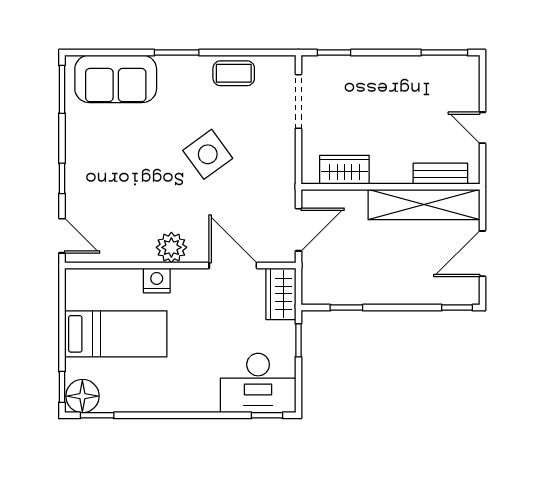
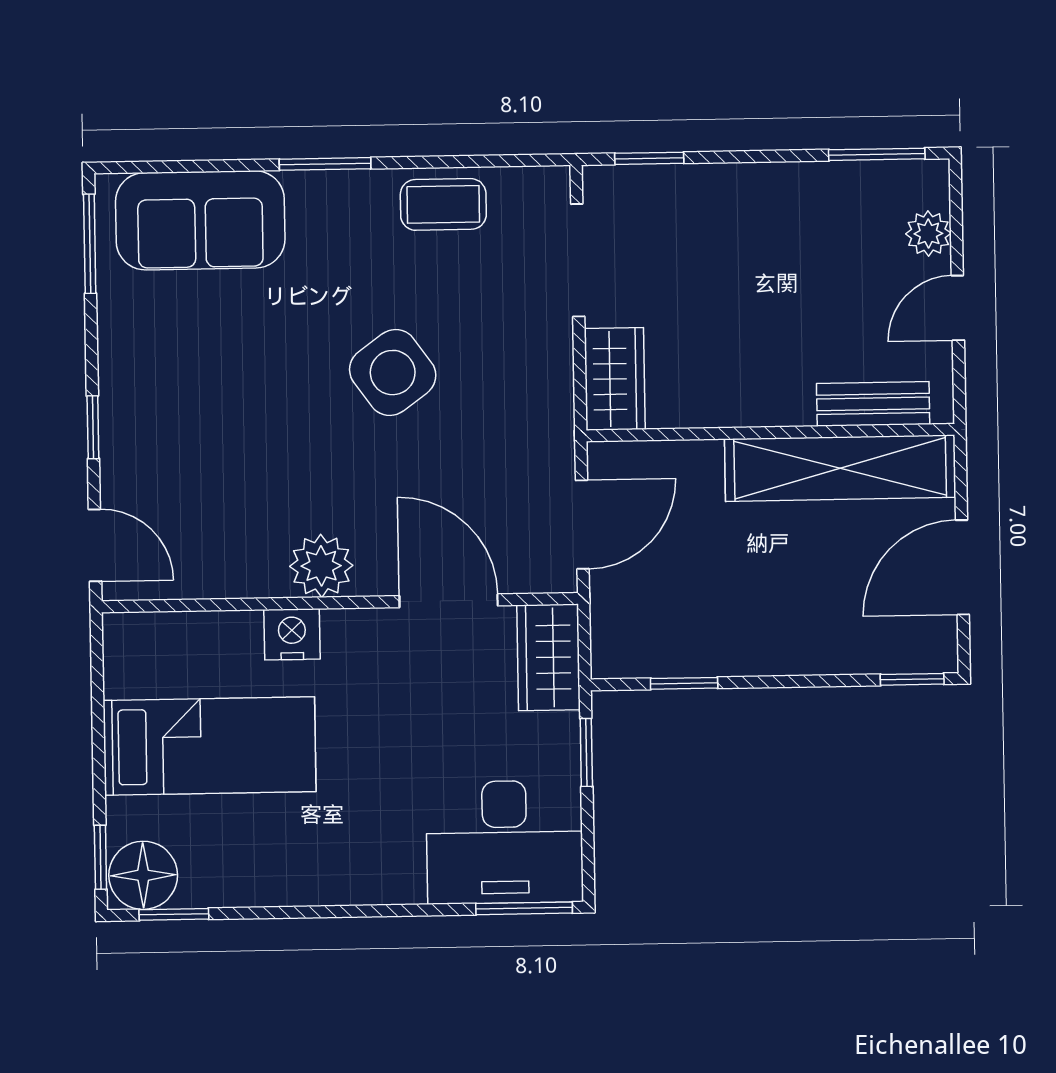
plant: (469, 91) -> (928, 234), added
door: (482, 128) -> (958, 308), hinge flipped
wardrobe: (344, 170) -> (615, 379), moved, turned 90
window: (267, 415) -> (524, 908), width x1.50

